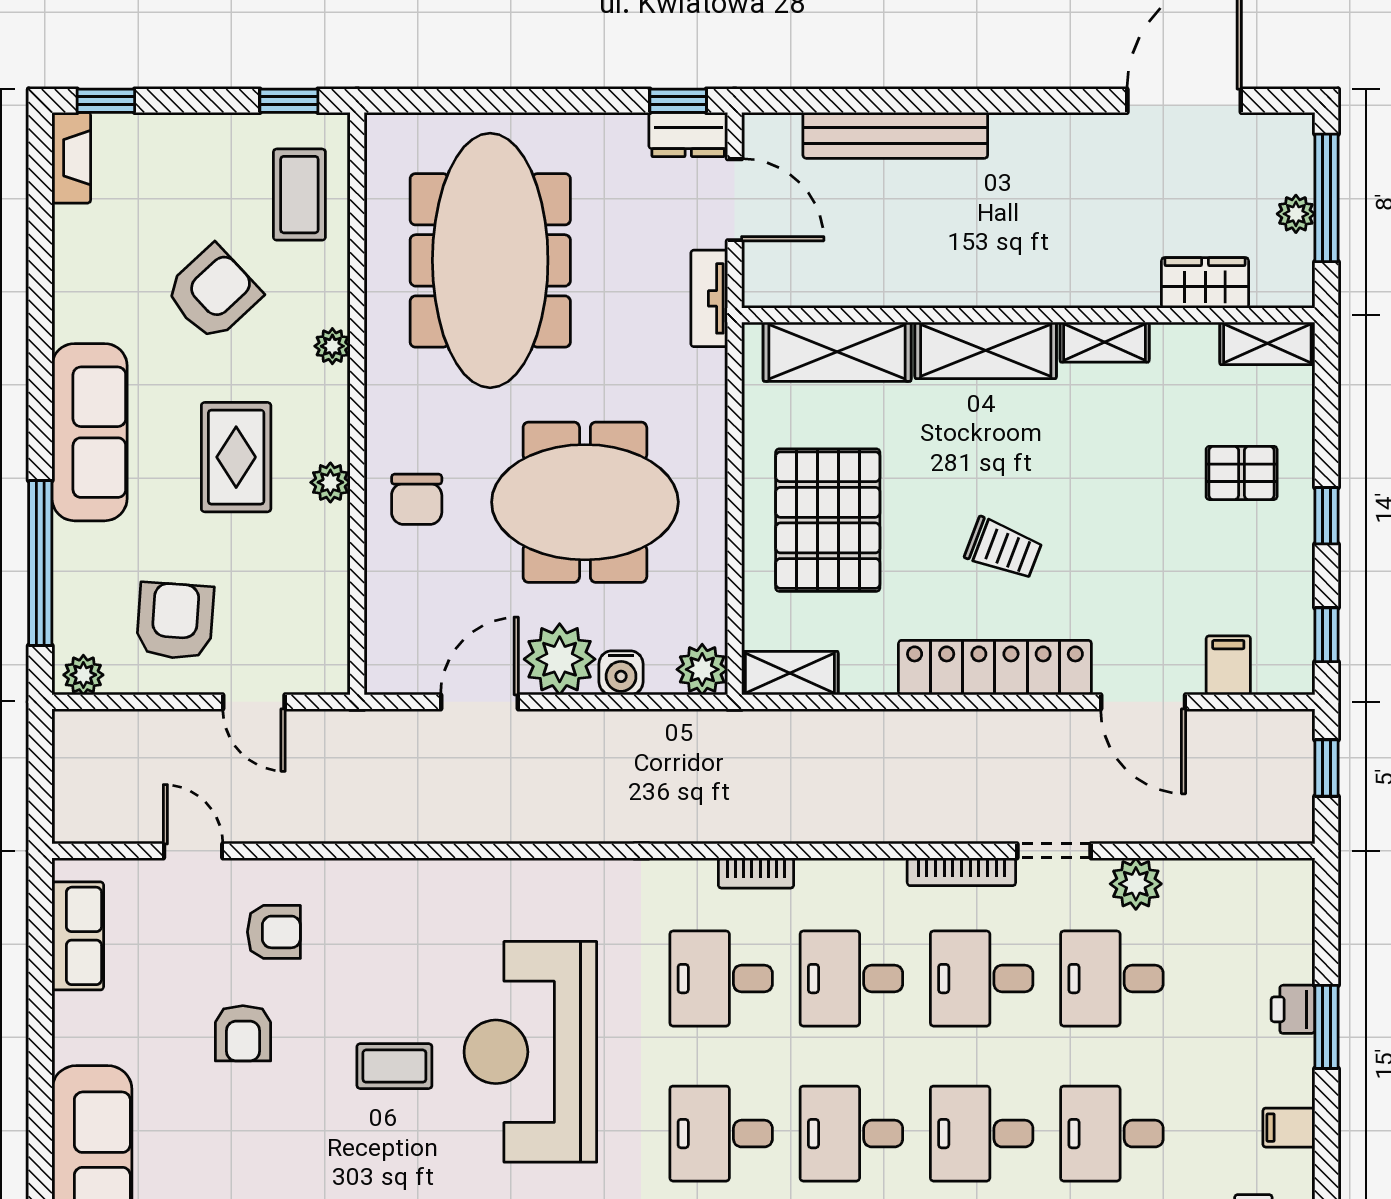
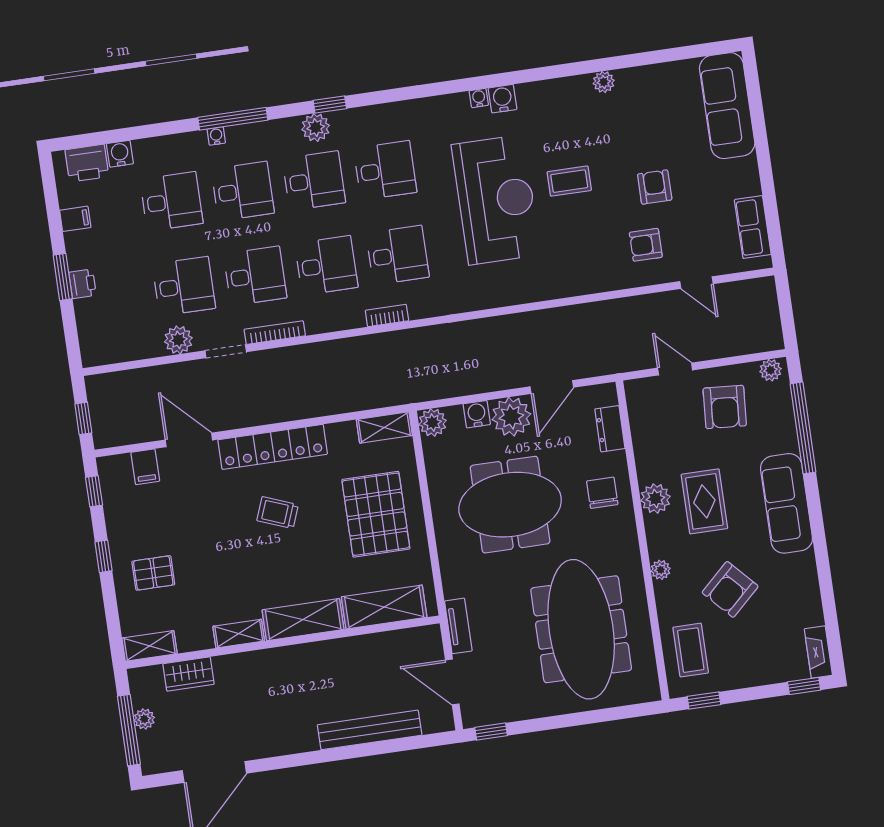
dresser: (688, 135) -> (610, 429), moved, turned -90
plant: (330, 482) -> (655, 499), width x1.38, depth x1.38

